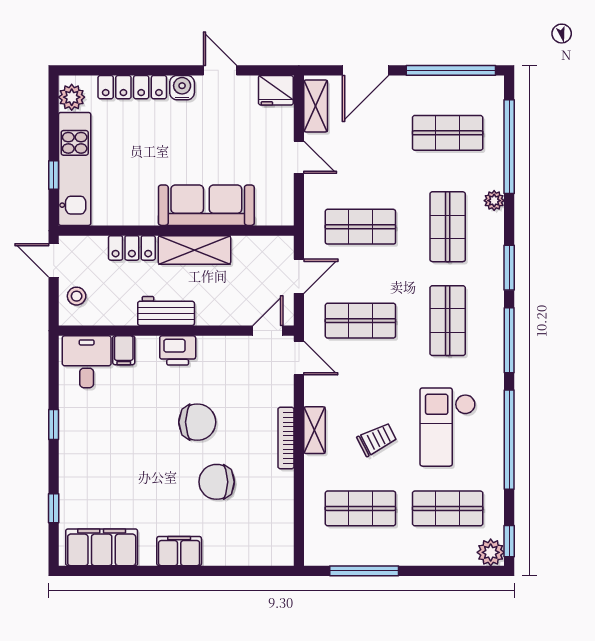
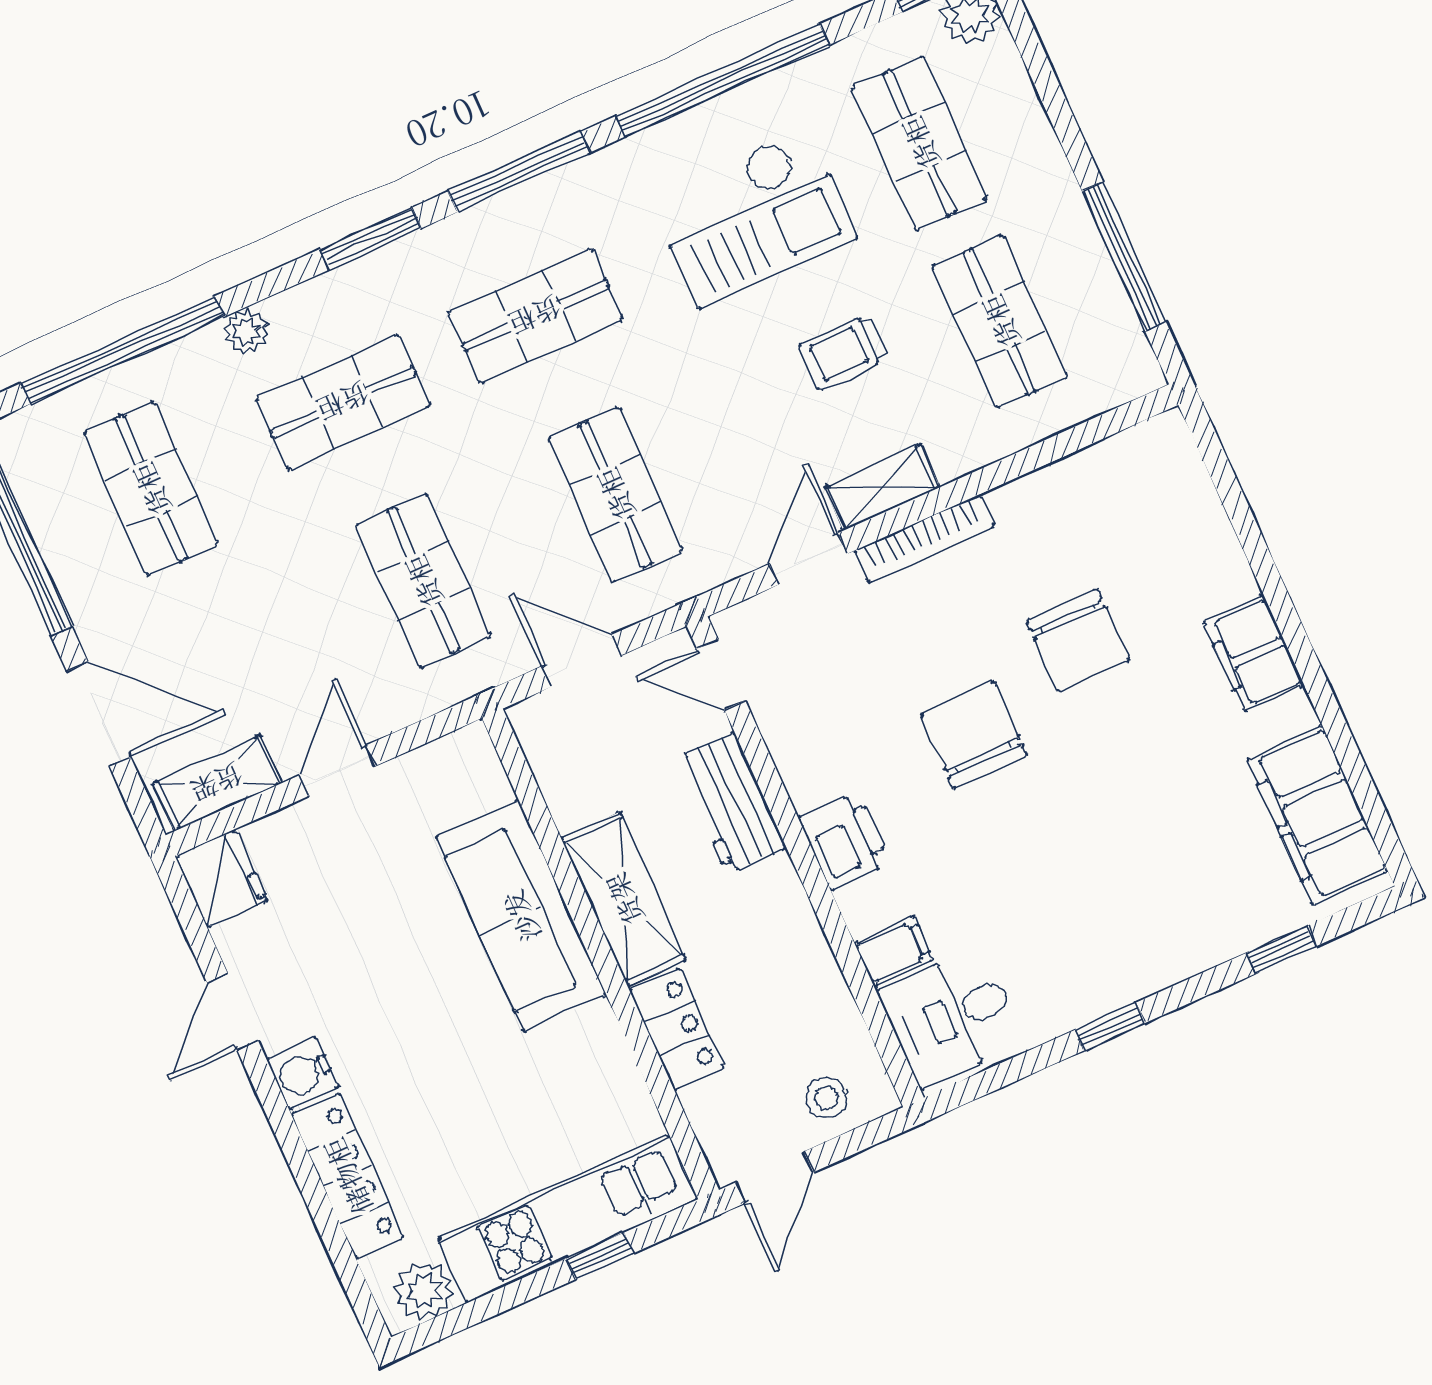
workbench: (166, 311) -> (731, 803), moved
door: (299, 358) -> (808, 559), moved
trolley: (377, 439) -> (843, 352), turned -63

